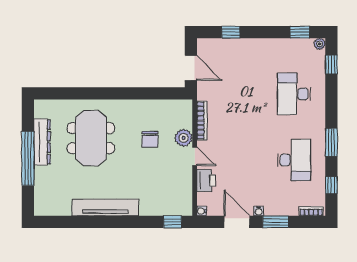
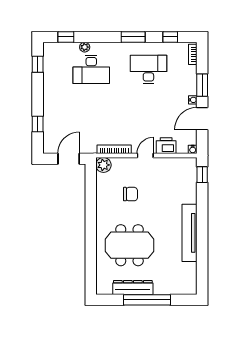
plant: (320, 44) -> (85, 47), moved
plant: (184, 138) -> (103, 165), moved

